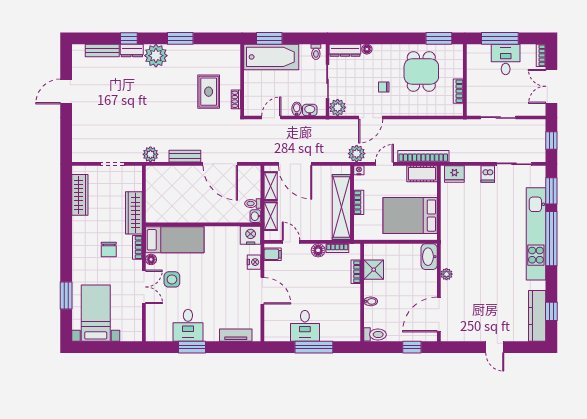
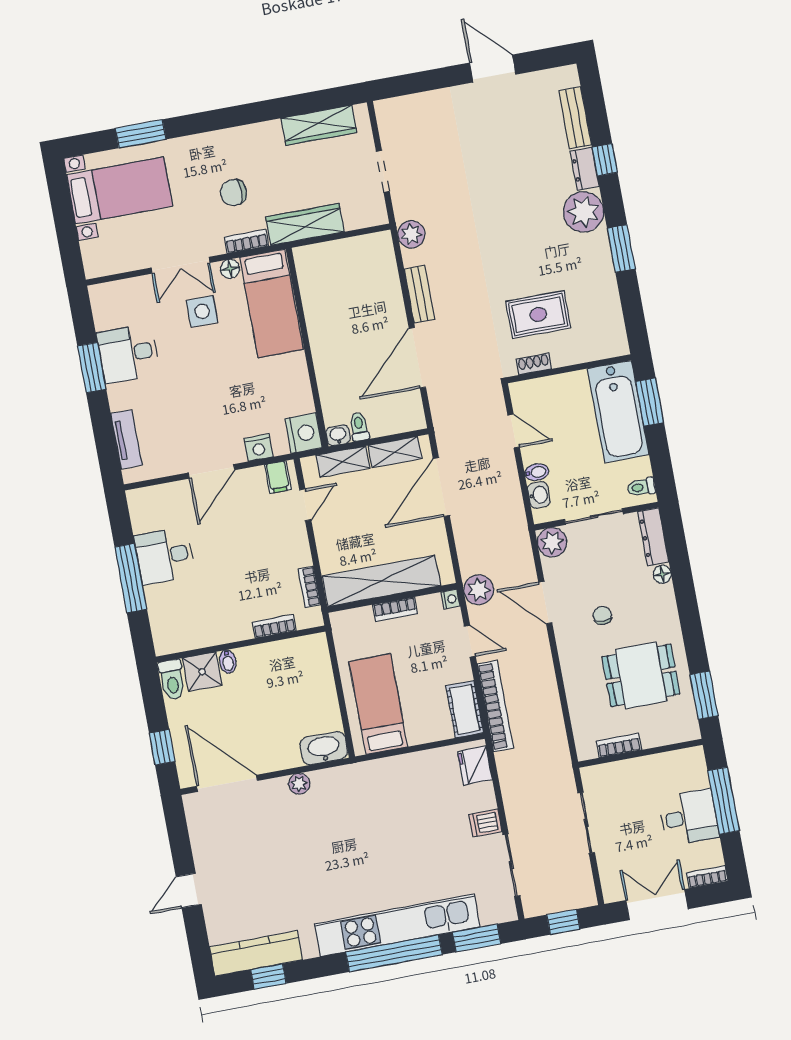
bed: (410, 216) -> (378, 704), width x0.67
floor lamp: (318, 250) -> (299, 554), removed
shower: (374, 270) -> (202, 672), moved

